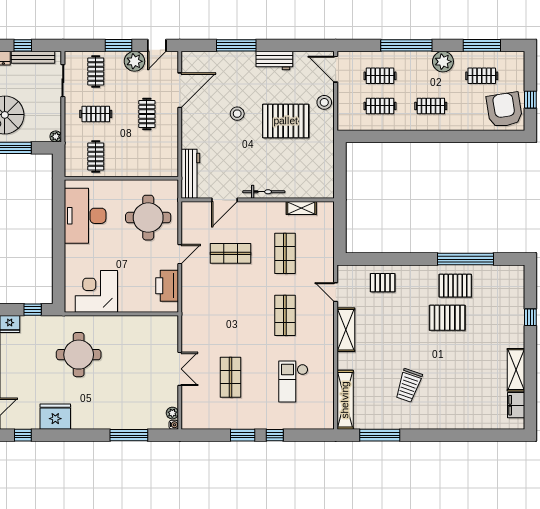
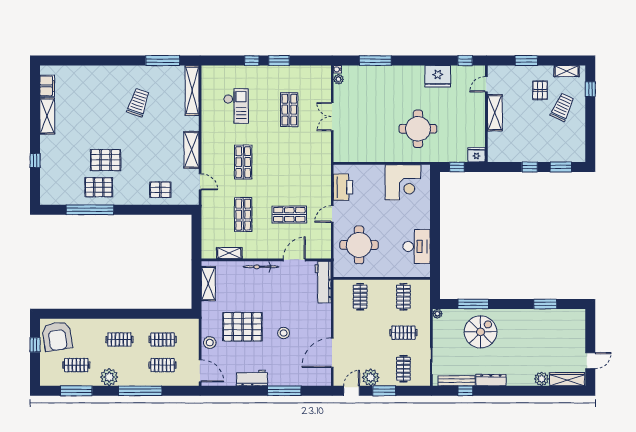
clothes rail: (147, 114) -> (360, 297), moved
shelving: (326, 172) -> (208, 284), added
desk: (85, 216) -> (417, 246), width x0.73, depth x0.77

